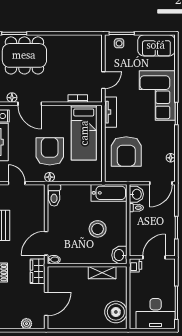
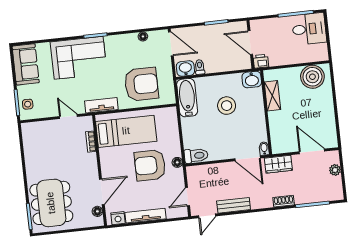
desk: (156, 314) -> (309, 29), width x0.73

